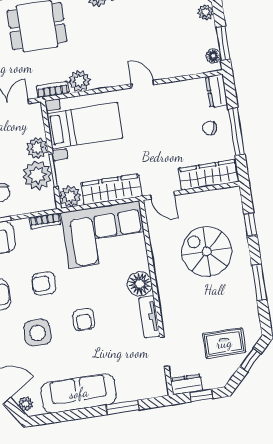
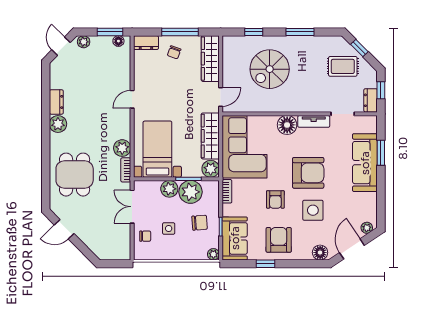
armchair: (84, 320) -> (308, 173), width x1.88, depth x1.88
rug: (224, 343) -> (343, 66), turned 90
sofa: (79, 393) -> (365, 163), moved

